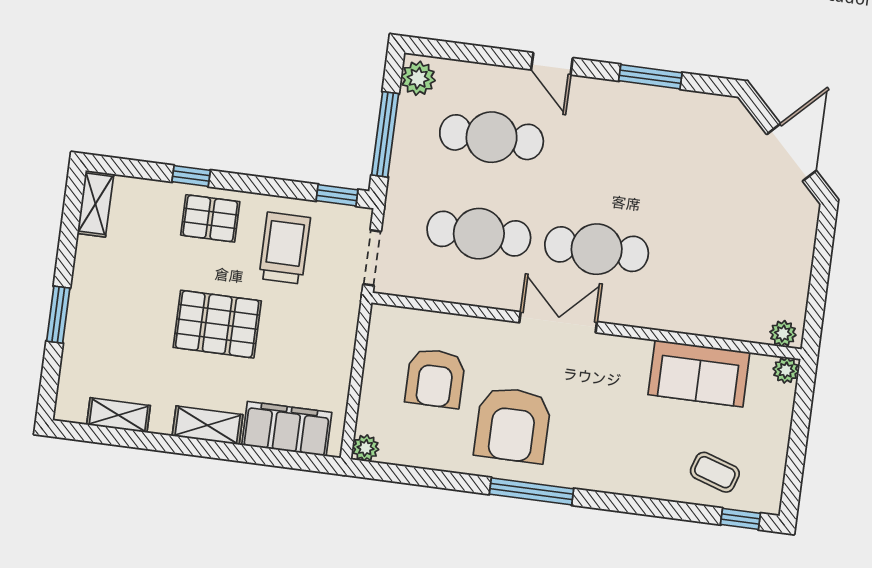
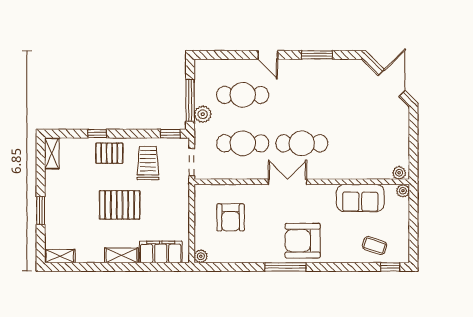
plant: (418, 78) -> (203, 114), moved
shelving: (119, 415) -> (60, 256), moved
armchair: (513, 425) -> (303, 241), moved, turned 90

